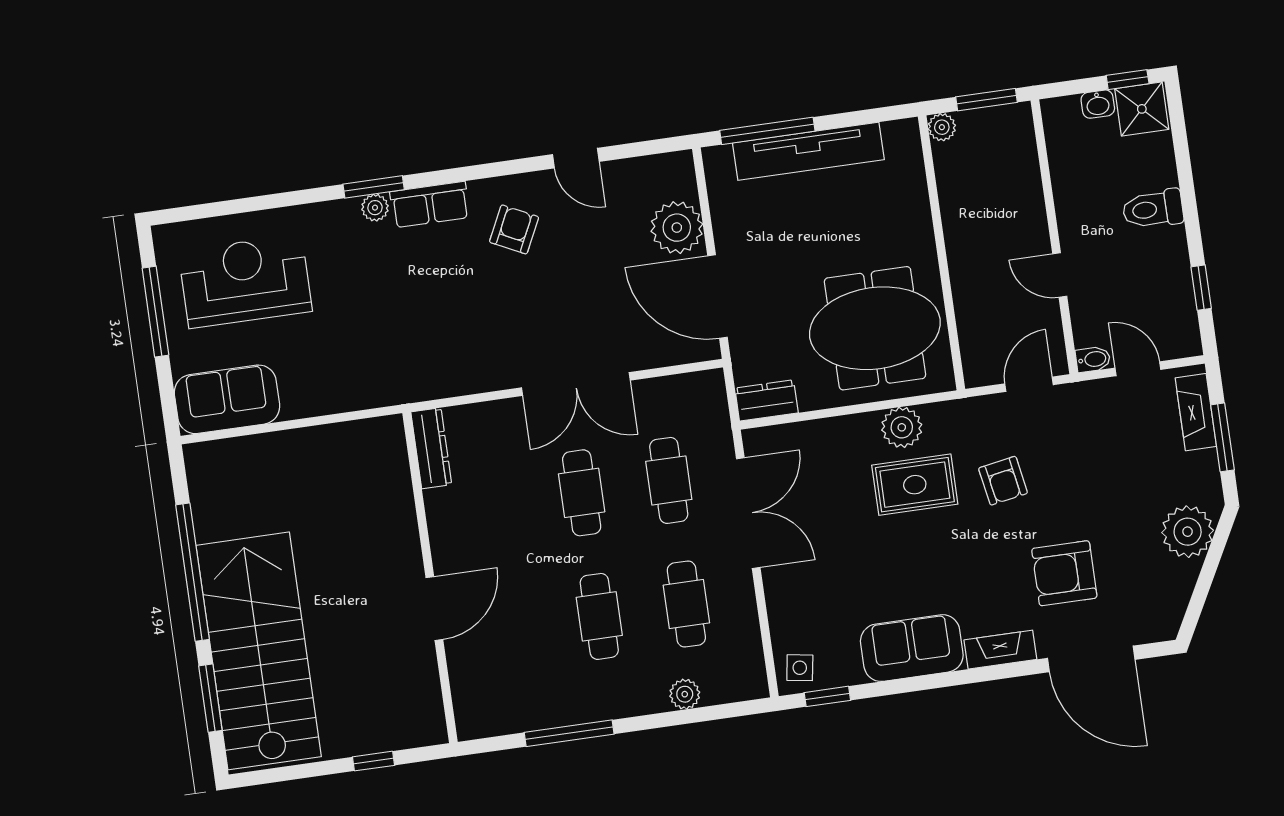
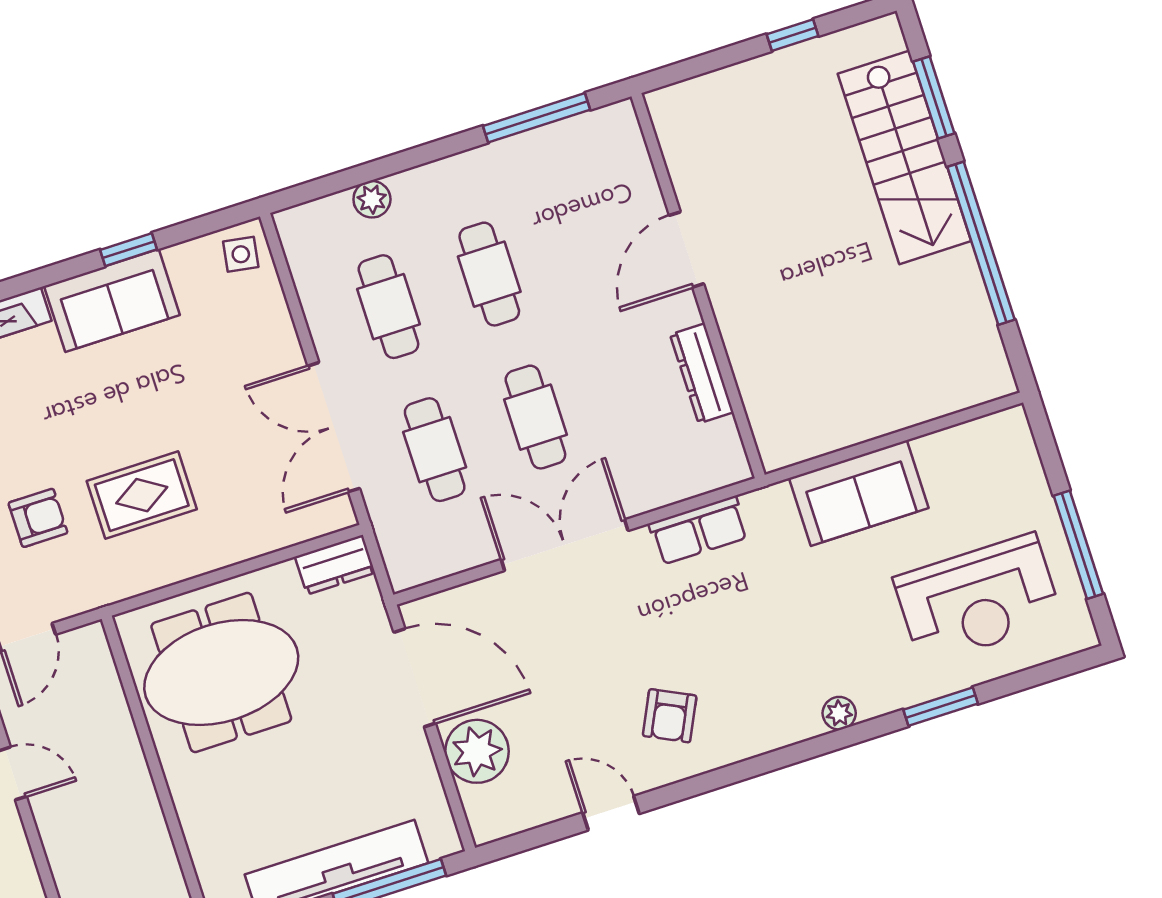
window: (374, 187) -> (941, 707), moved
row of seats: (430, 205) -> (699, 530), moved, turned 180
sofa: (227, 399) -> (859, 493), moved
plant: (902, 427) -> (169, 560), removed
dresser: (431, 448) -> (702, 373), moved
armchair: (1003, 481) -> (38, 518), turned 100
stairs: (259, 651) -> (904, 157), width x0.73, depth x0.66
window: (827, 696) -> (129, 250), moved
window: (569, 733) -> (537, 118), moved
window: (373, 761) -> (793, 35), moved

